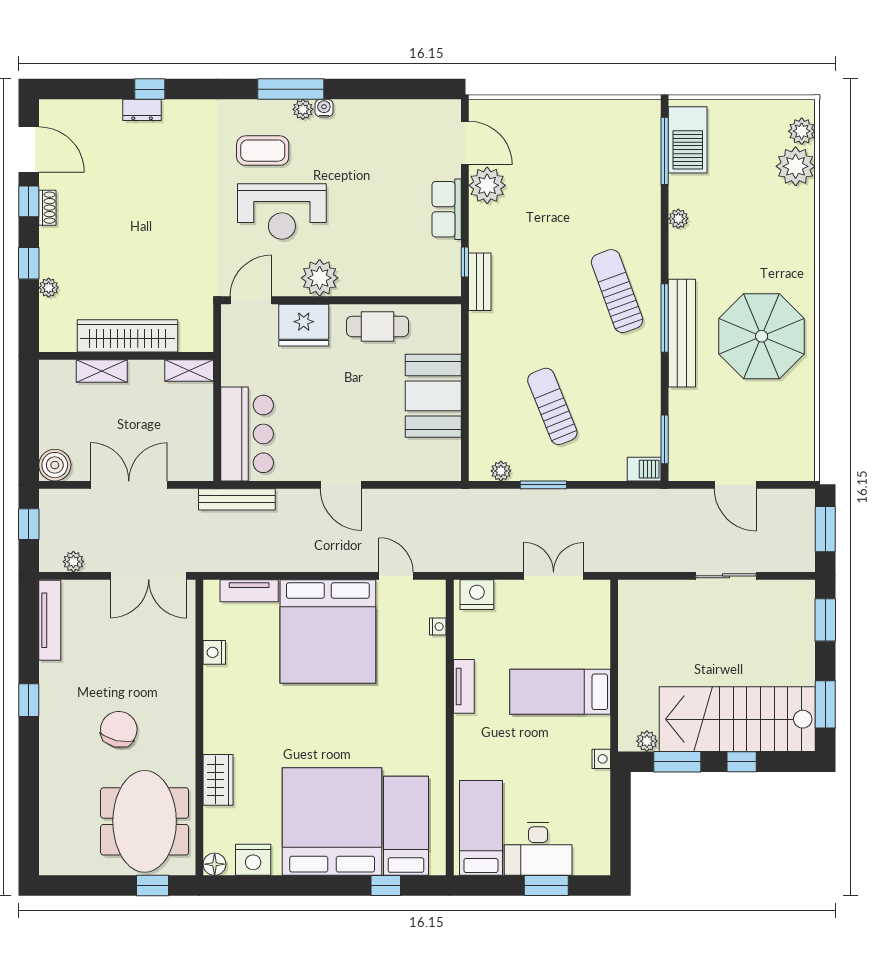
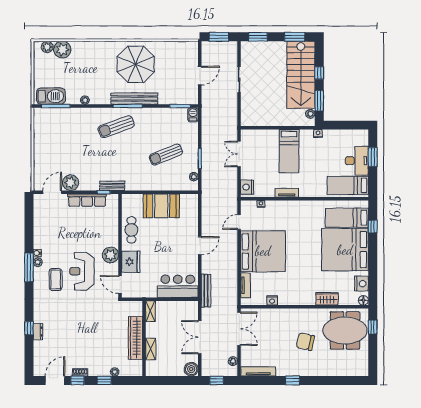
row of seats: (447, 209) -> (87, 200), width x1.48
reception desk: (282, 212) -> (82, 271), turned 180

